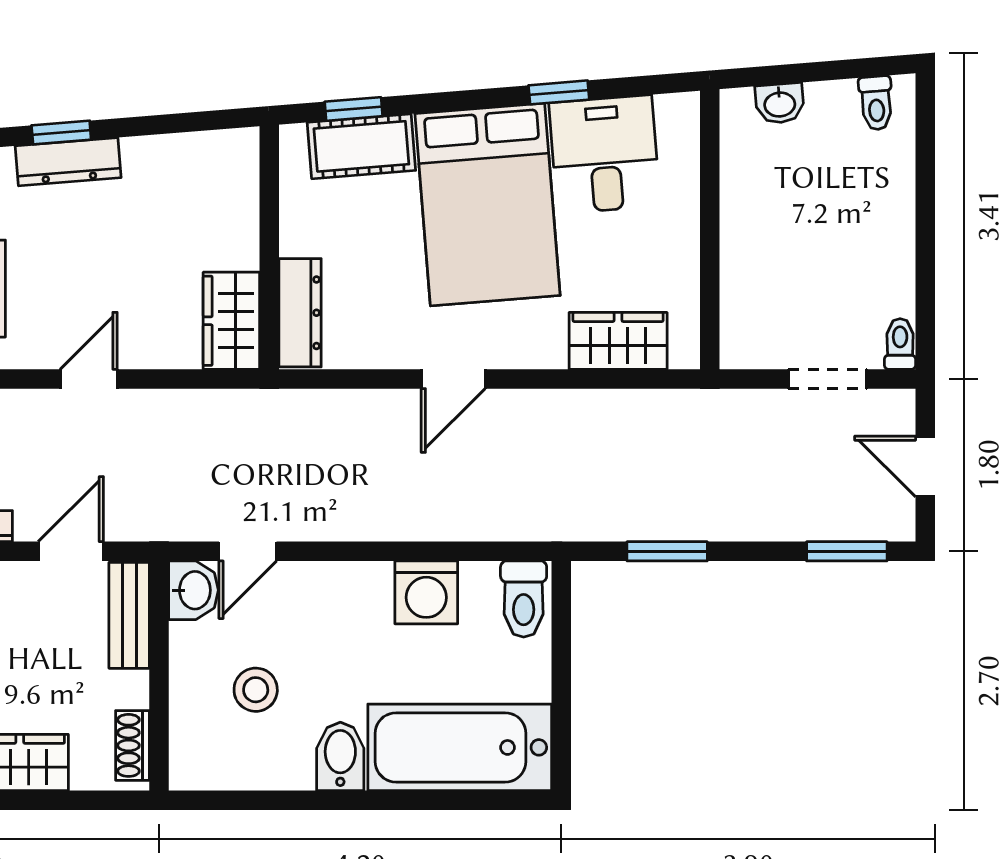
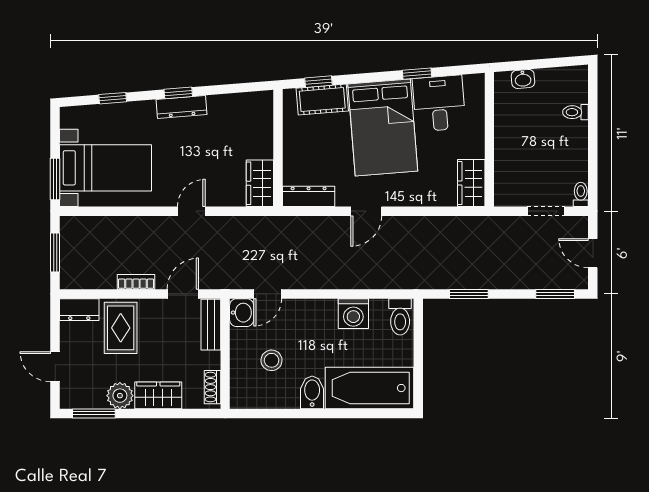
toilet: (876, 103) -> (575, 112), moved, turned 95
dresser: (300, 313) -> (309, 196), moved, turned -90
wardrobe: (618, 341) -> (471, 183), moved, turned -90

